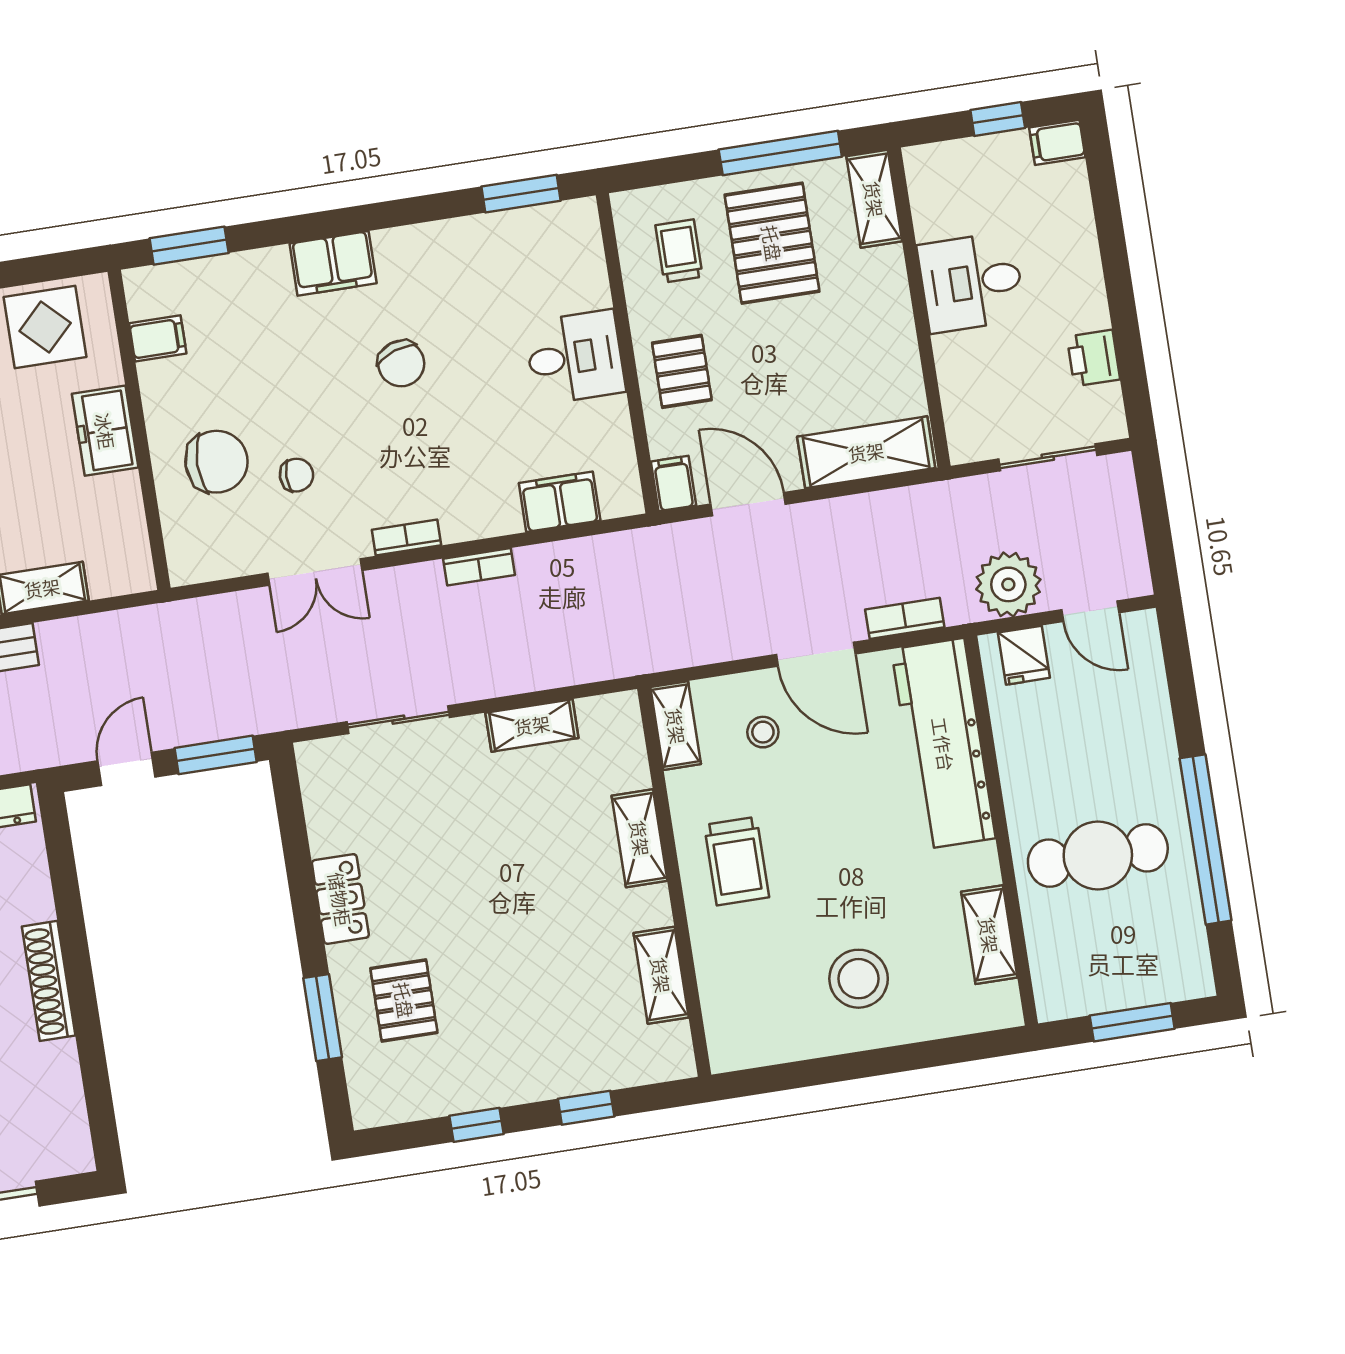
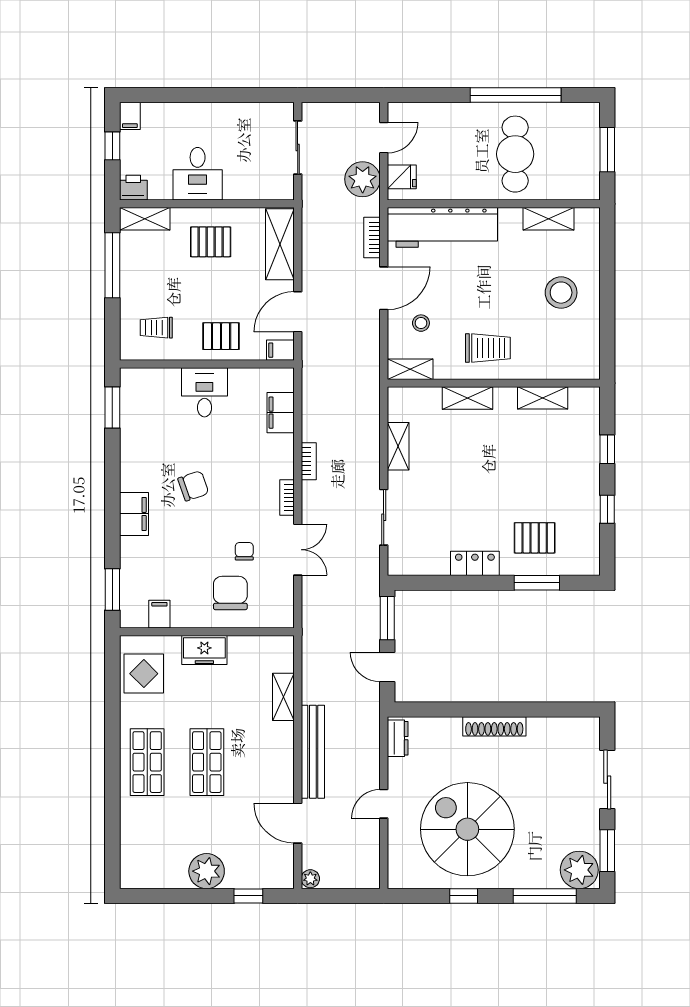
pallet: (772, 243) -> (211, 242), moved, width x0.67, depth x0.71
printer: (1093, 358) -> (133, 188), moved, turned 180

